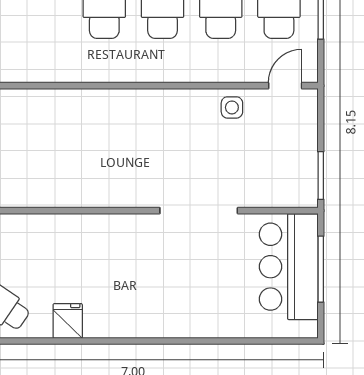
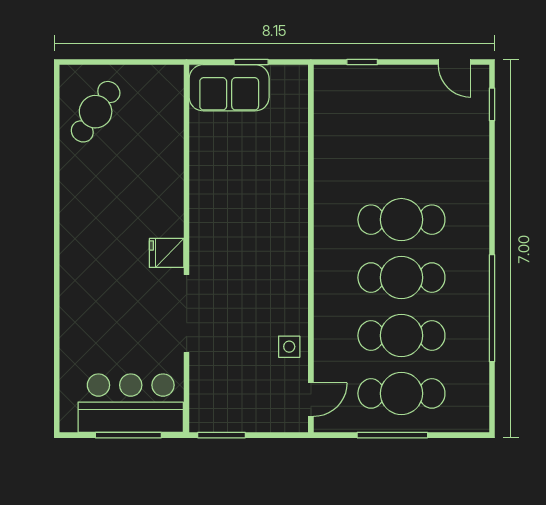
door: (285, 86) -> (311, 400), hinge flipped
fridge: (68, 321) -> (167, 253), moved, turned 180

